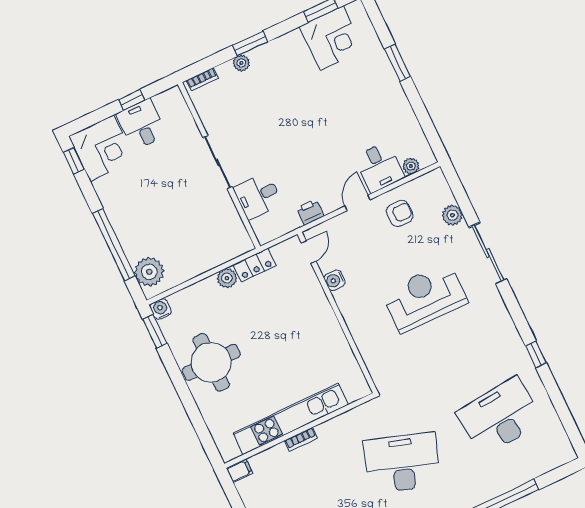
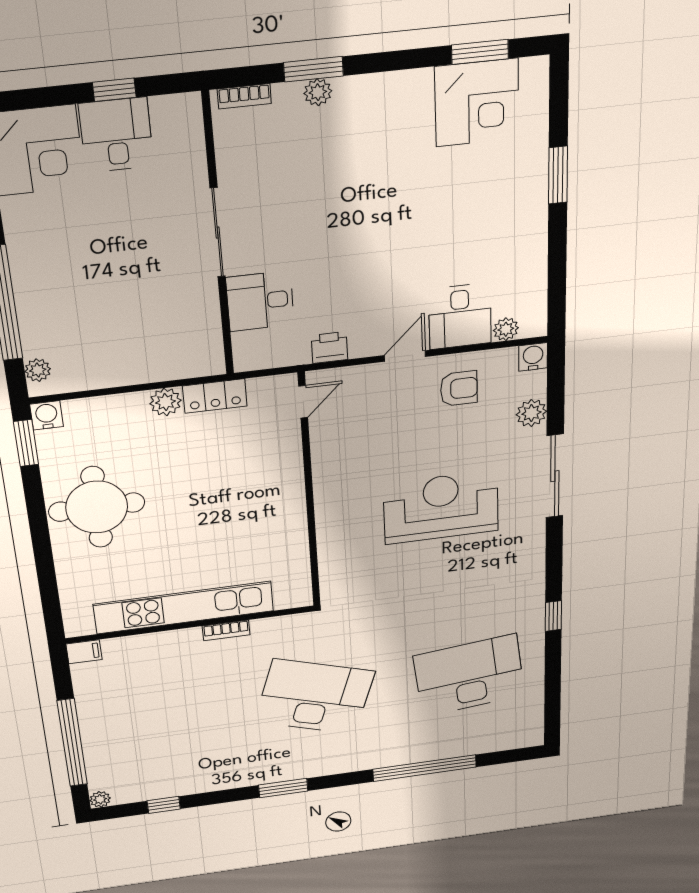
window: (250, 43) -> (313, 69), moved
plant: (149, 272) -> (38, 370), width x0.53, depth x0.53
water cooler: (335, 280) -> (533, 357), moved, turned 90
bookcase: (301, 439) -> (226, 630), moved

